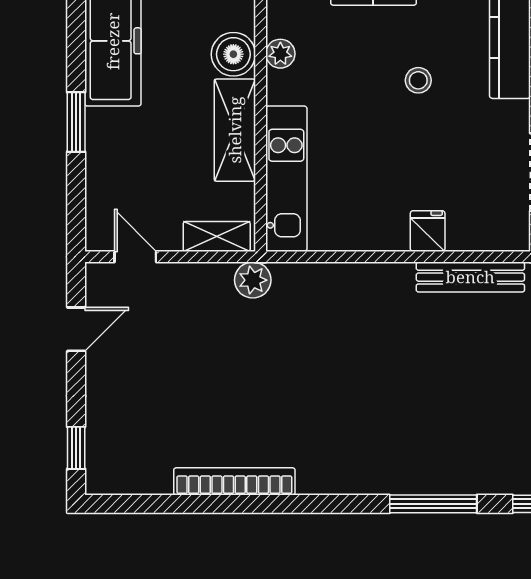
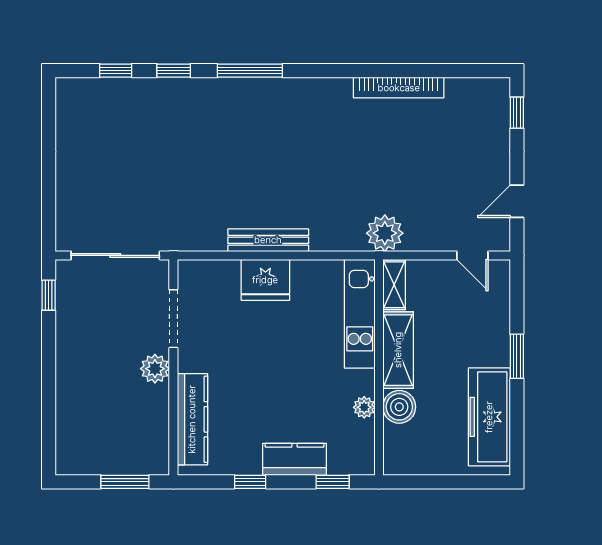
stool: (418, 80) -> (261, 387), removed
fridge: (428, 231) -> (265, 280), width x1.88, depth x1.34
shelving: (217, 236) -> (394, 285), moved, turned 90
bench: (470, 277) -> (268, 240), moved
plant: (253, 280) -> (385, 233), width x1.36, depth x1.36

